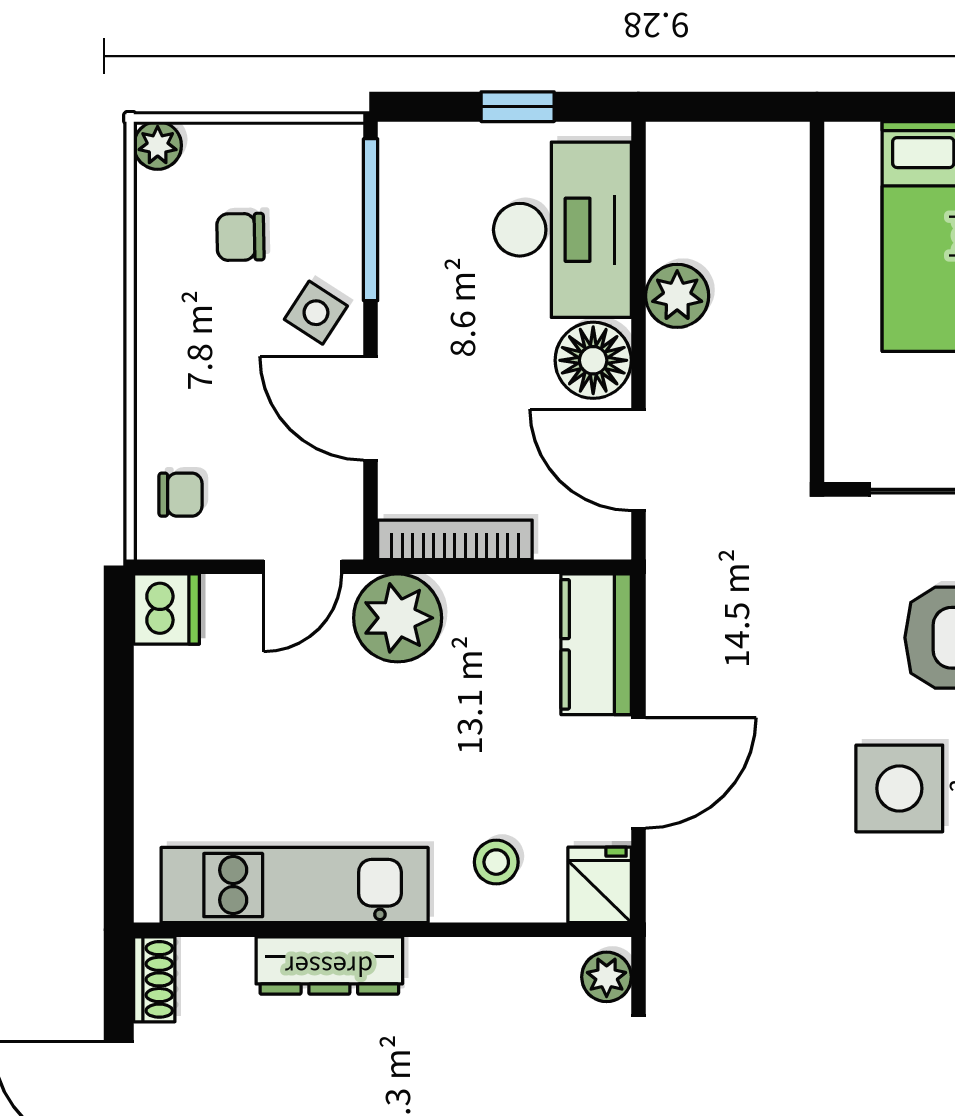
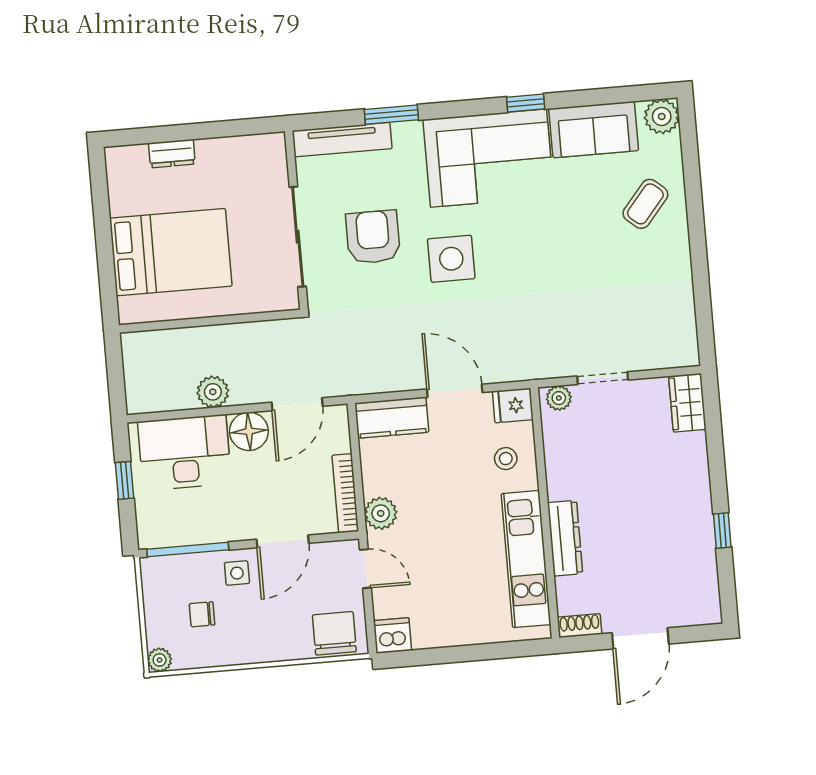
chair: (240, 237) -> (202, 614), turned 91
side table: (316, 313) -> (237, 573), turned -33
chair: (181, 495) -> (334, 633), width x1.87, depth x1.87
plant: (398, 618) -> (381, 513), width x0.73, depth x0.73

